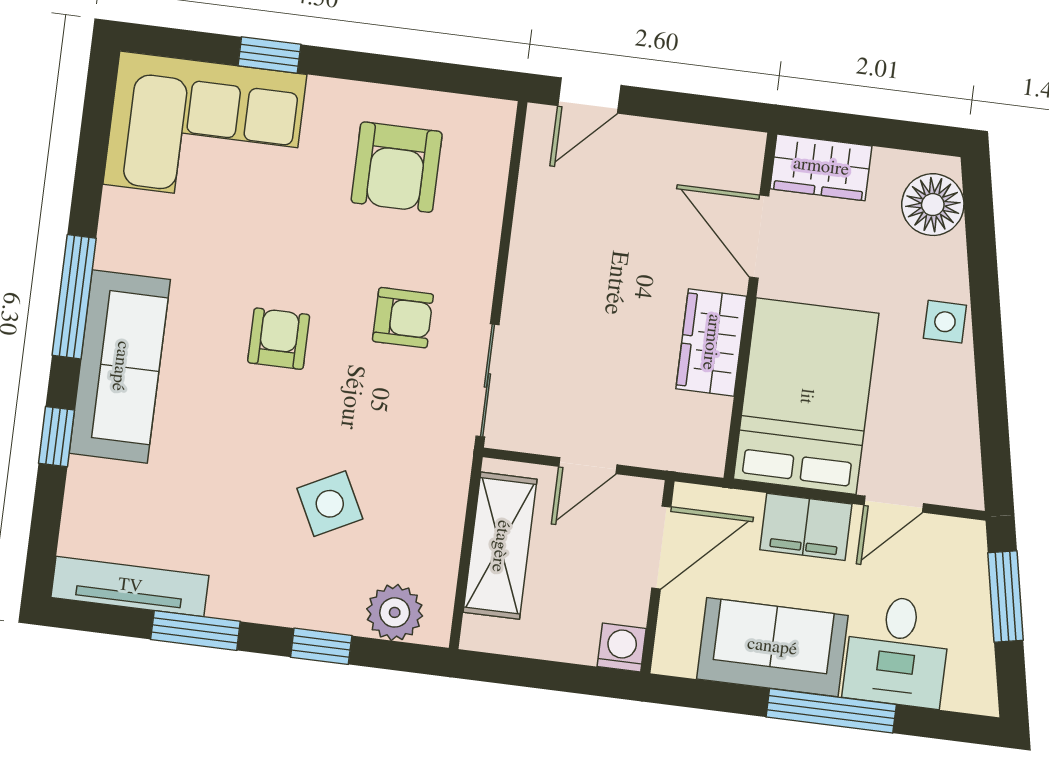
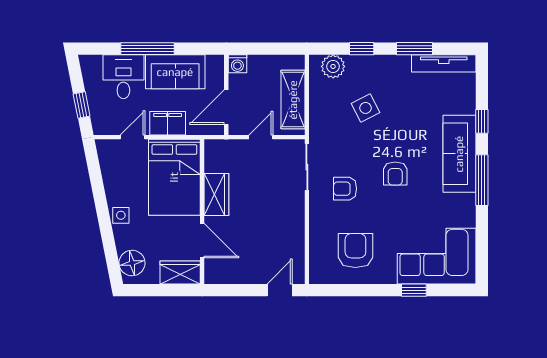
window: (1006, 596) -> (82, 105), width x0.67

